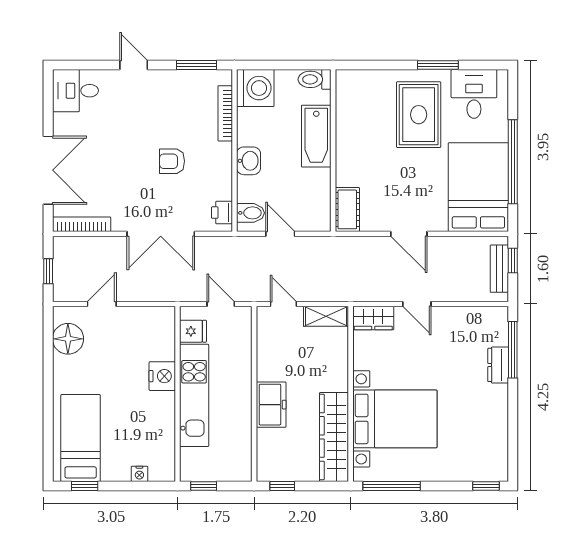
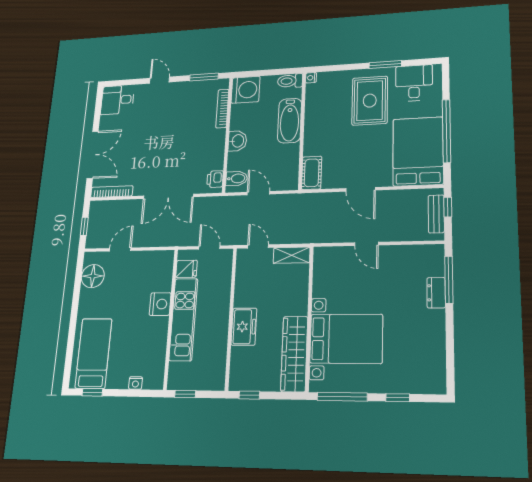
nightstand: (342, 77) -> (311, 78), added
armchair: (172, 161) -> (181, 144), removed
wardrobe: (373, 318) -> (330, 256), removed
window: (486, 486) -> (398, 398), moved

